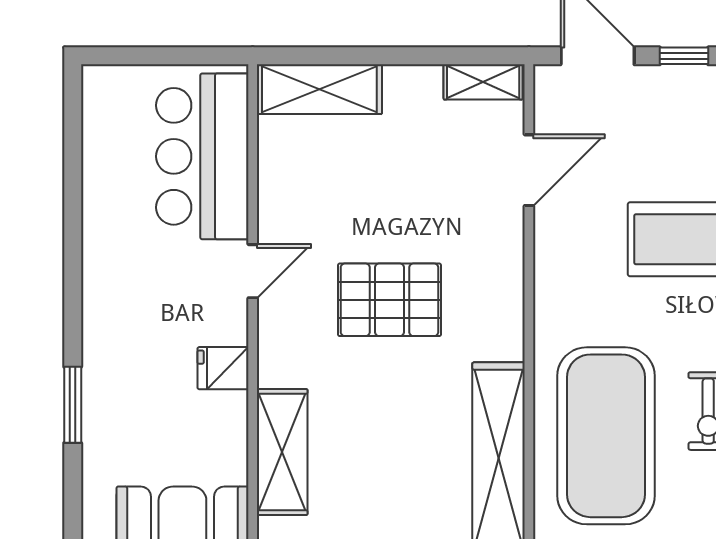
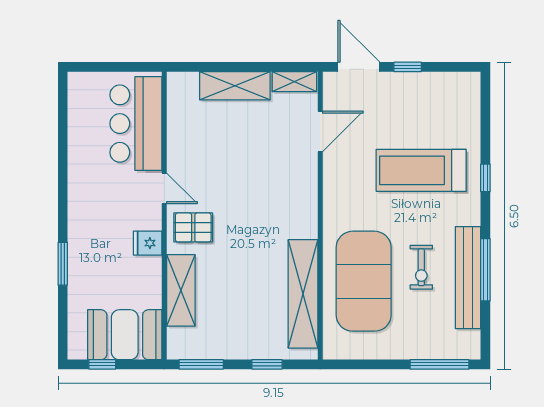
shelving: (319, 89) -> (235, 86), moved
door: (253, 271) -> (164, 188), hinge flipped
pallet: (389, 300) -> (193, 227), moved, width x0.67, depth x0.71

